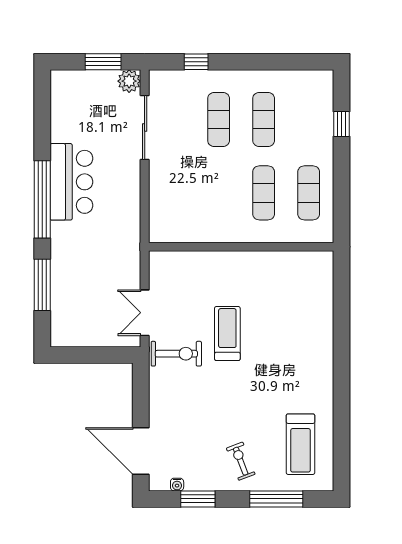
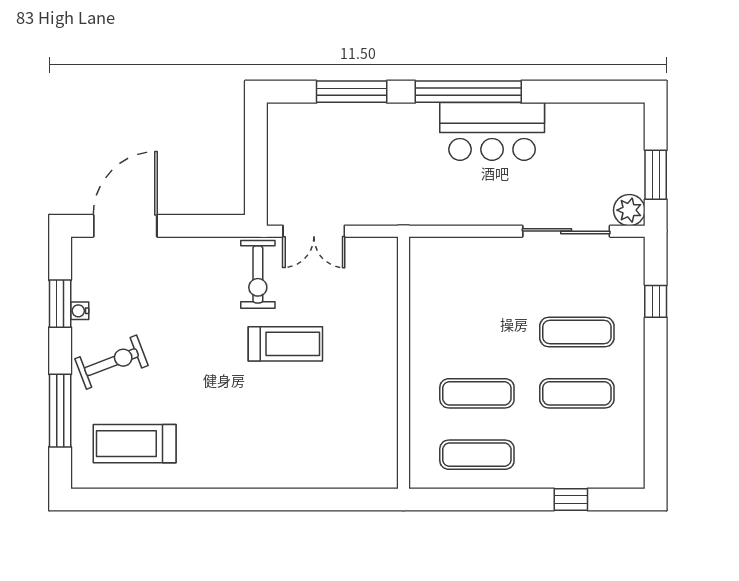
double door: (145, 313) -> (314, 231), swing flipped
exercise bike: (241, 461) -> (111, 362), width x1.38, depth x1.39
water cooler: (177, 485) -> (80, 311), moved

